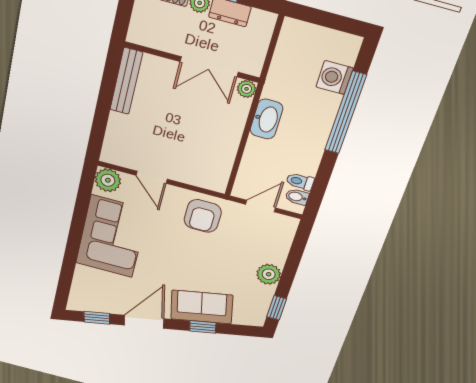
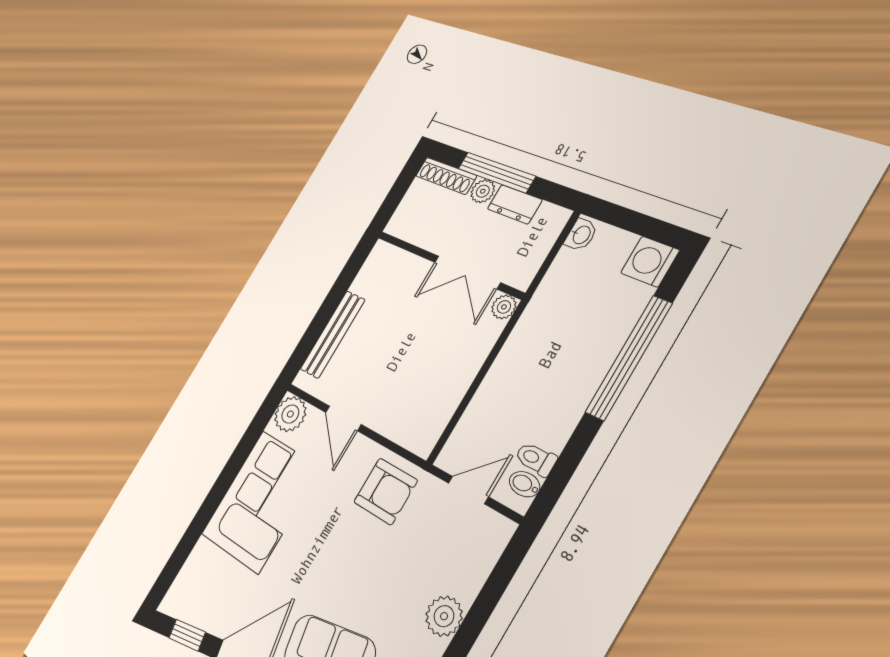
washing machine: (334, 77) -> (650, 262), moved
bench: (126, 81) -> (333, 335), moved
washbasin: (266, 119) -> (581, 235), moved, width x0.52, depth x0.69
armchair: (203, 216) -> (385, 491), turned -90

